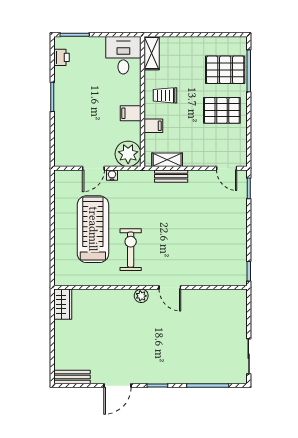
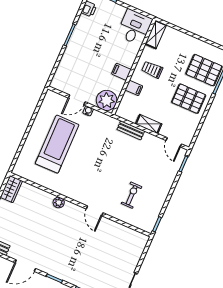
shelving: (167, 160) -> (149, 124), moved
exercise bike: (131, 250) -> (132, 195), moved, width x0.73, depth x0.72
plant: (141, 296) -> (59, 203), moved

